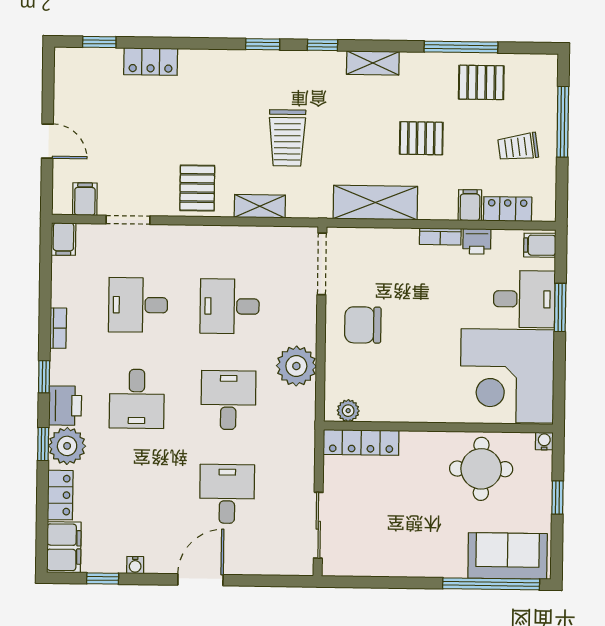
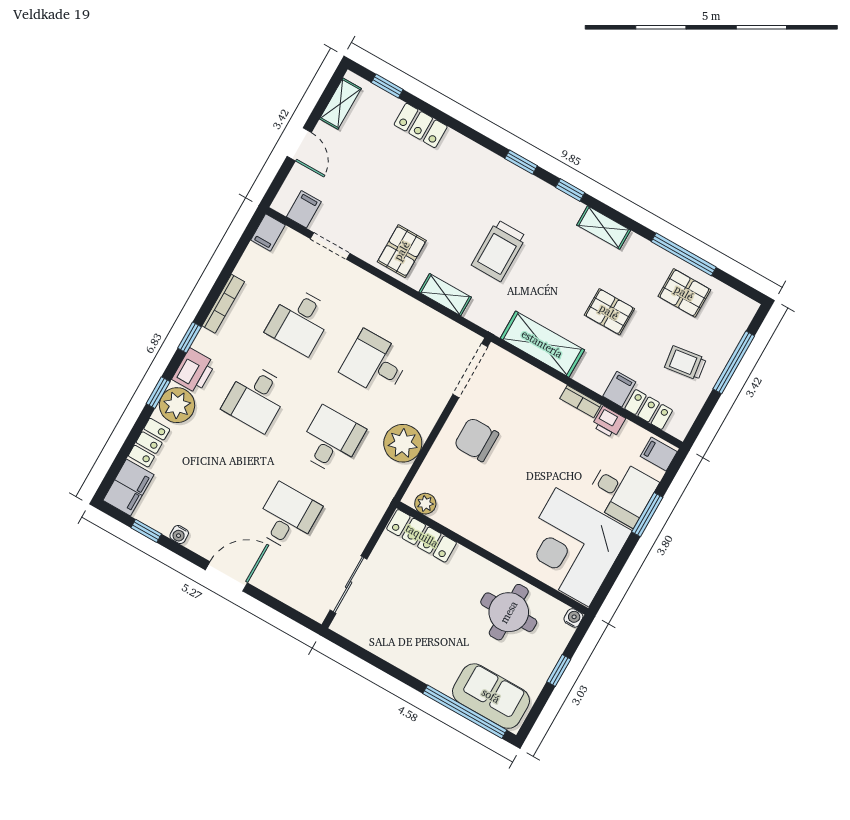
shelving: (65, 82) -> (340, 104), added
desk: (138, 305) -> (300, 321), turned -90
bookcase: (58, 328) -> (223, 304), width x1.56

